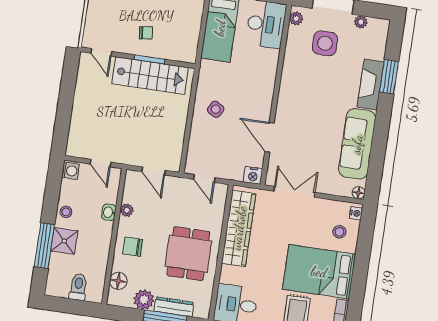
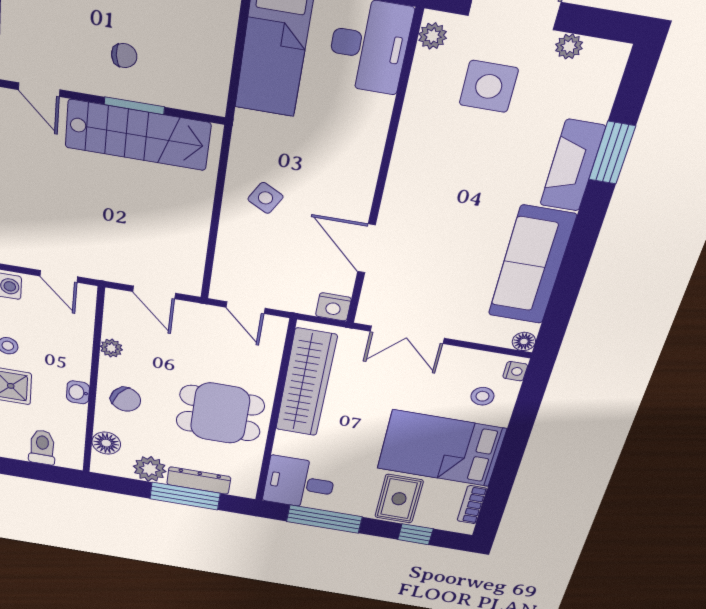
double door: (294, 192) -> (407, 335), swing flipped
washbasin: (109, 212) -> (78, 392), moved
chair: (133, 247) -> (126, 399), turned -147
dining table: (188, 254) -> (220, 413), turned 90

